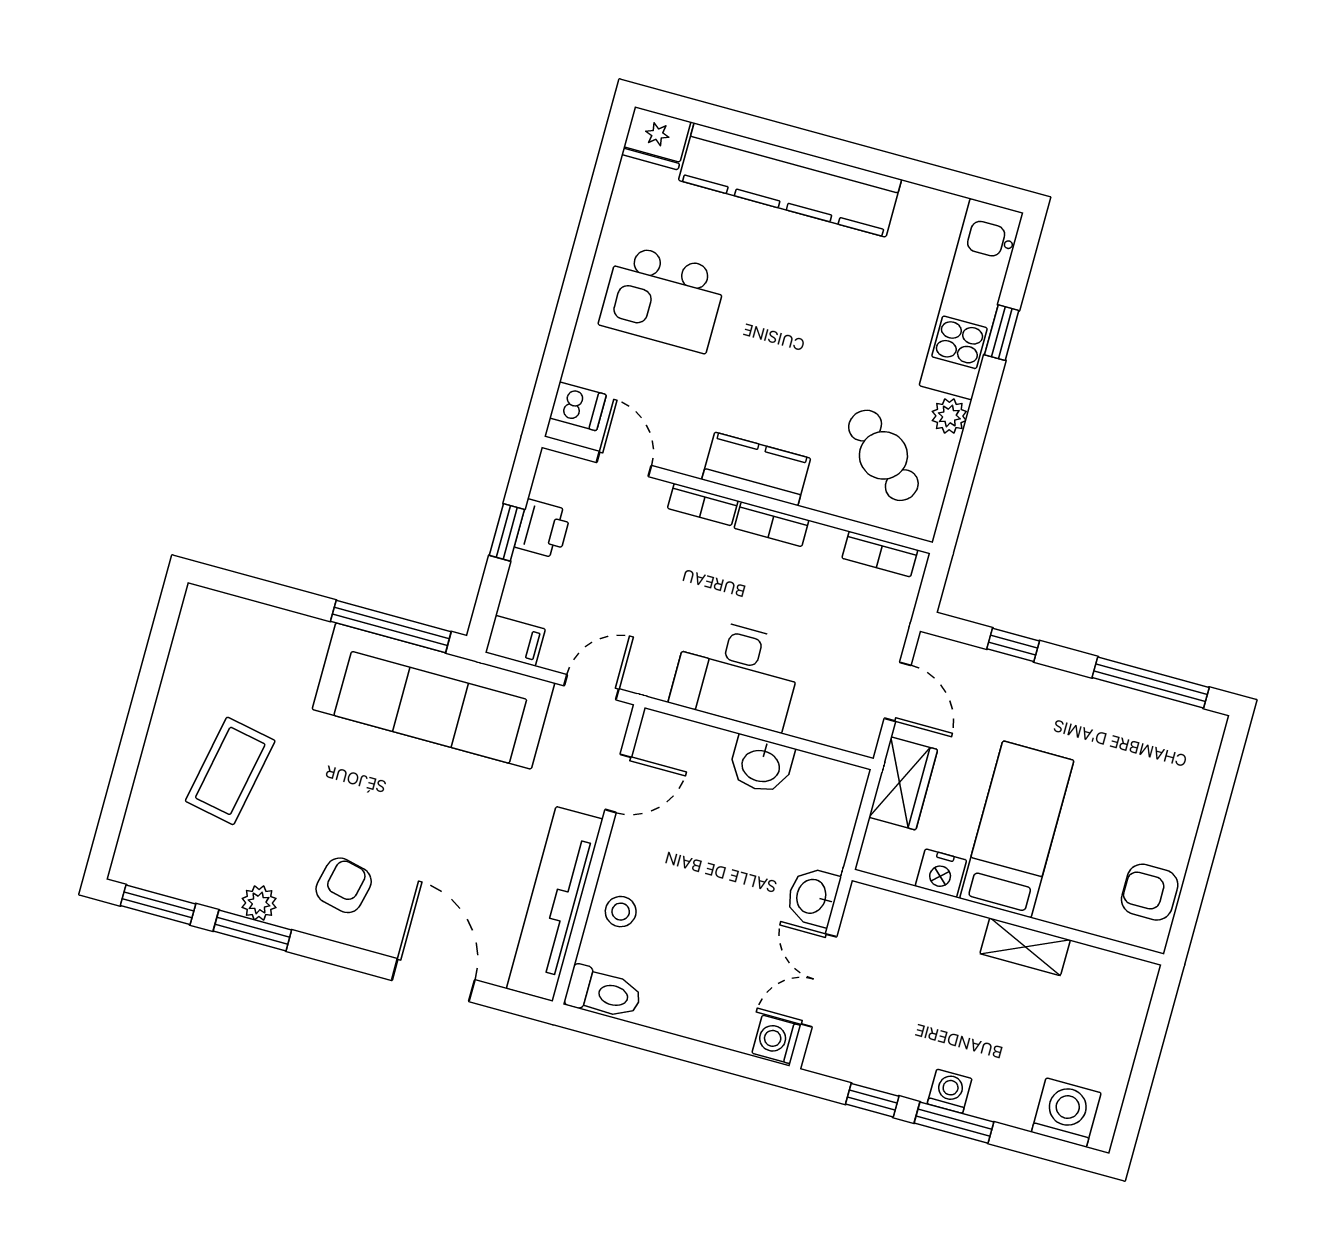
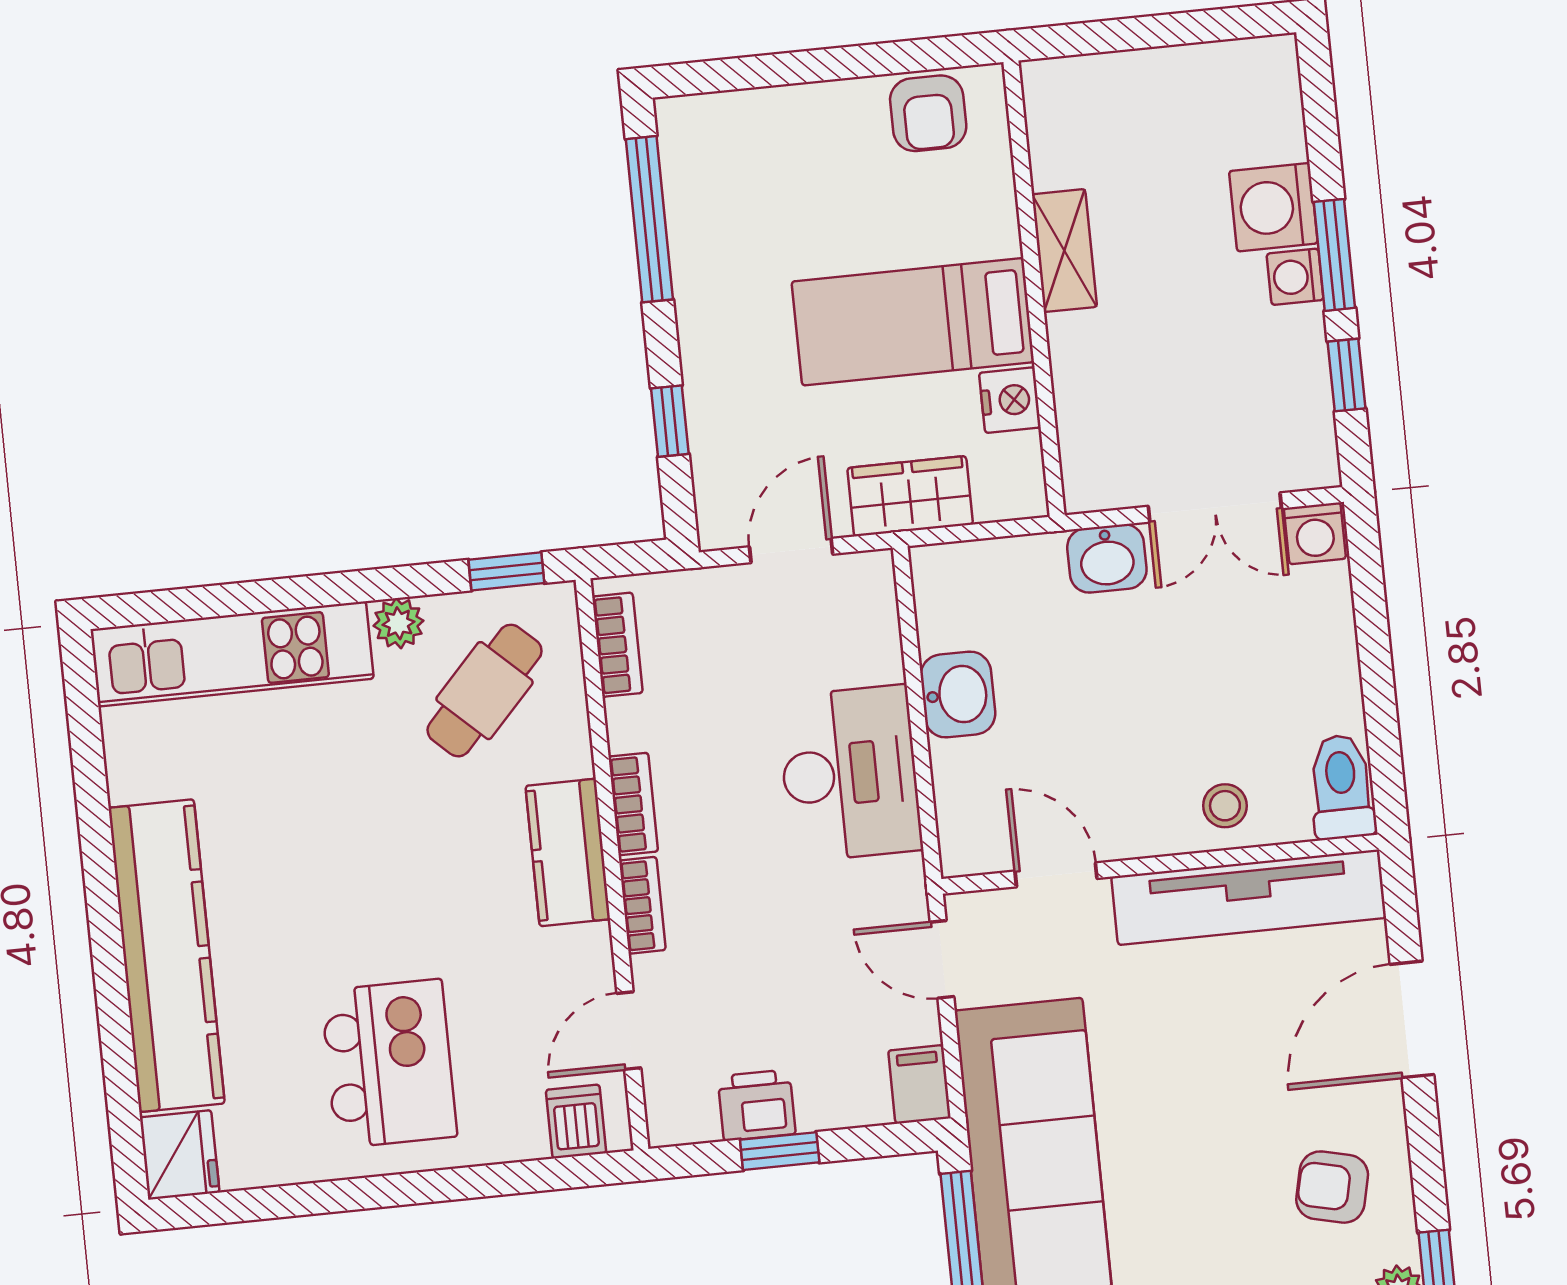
window: (1002, 333) -> (506, 571), moved
washing machine: (1066, 1113) -> (1273, 207), moved

